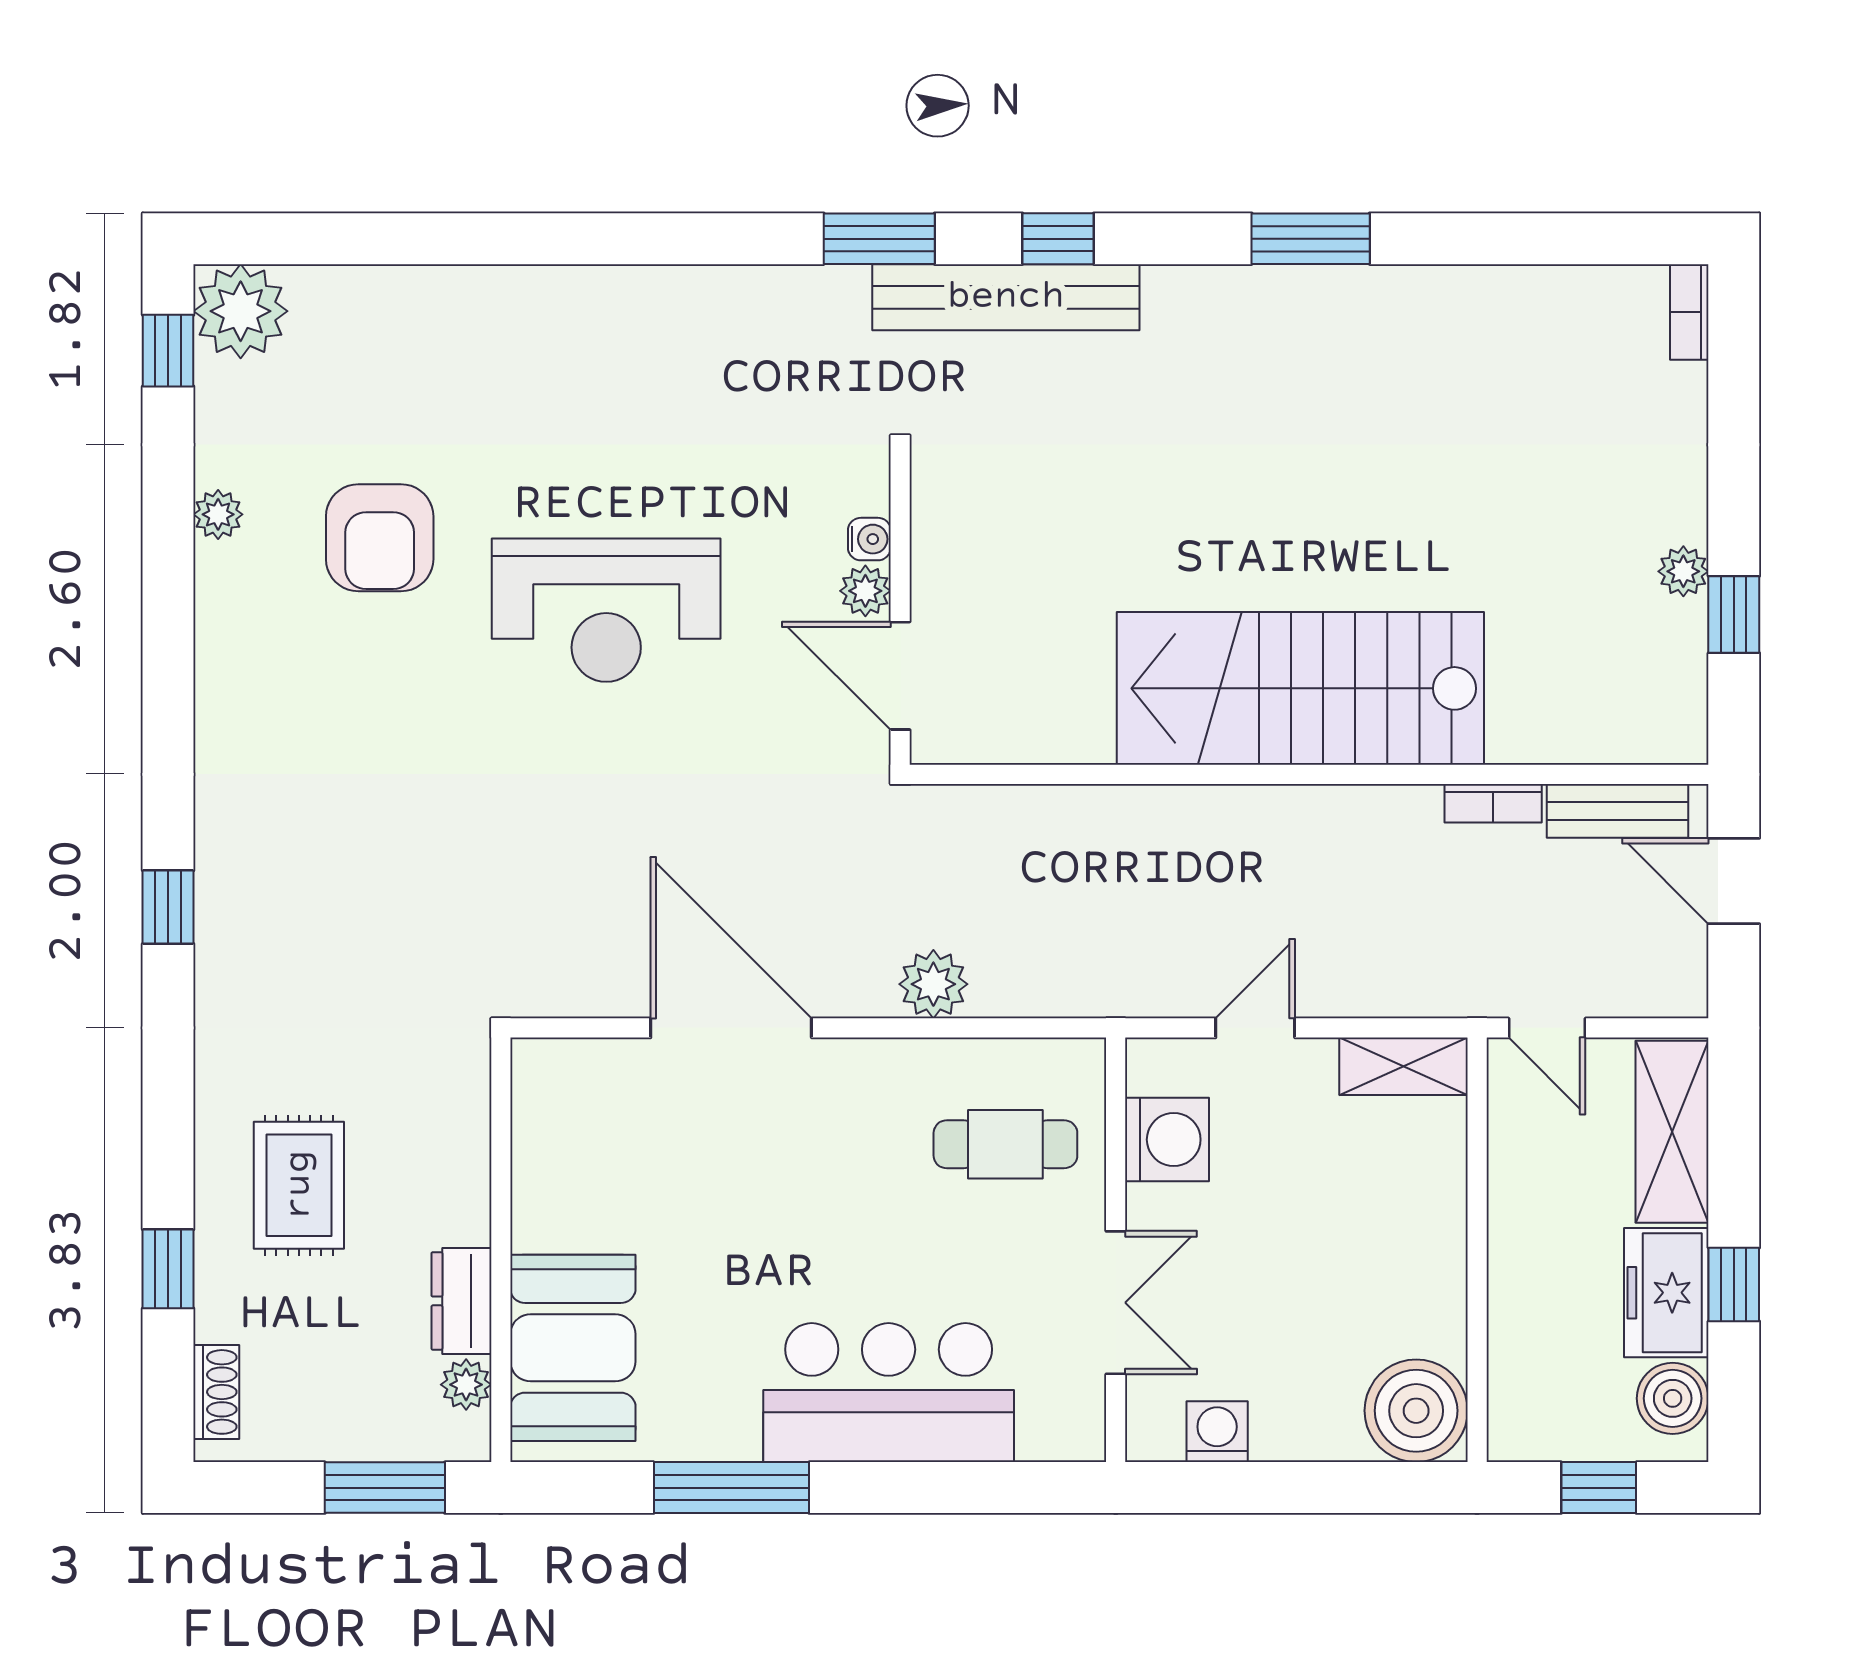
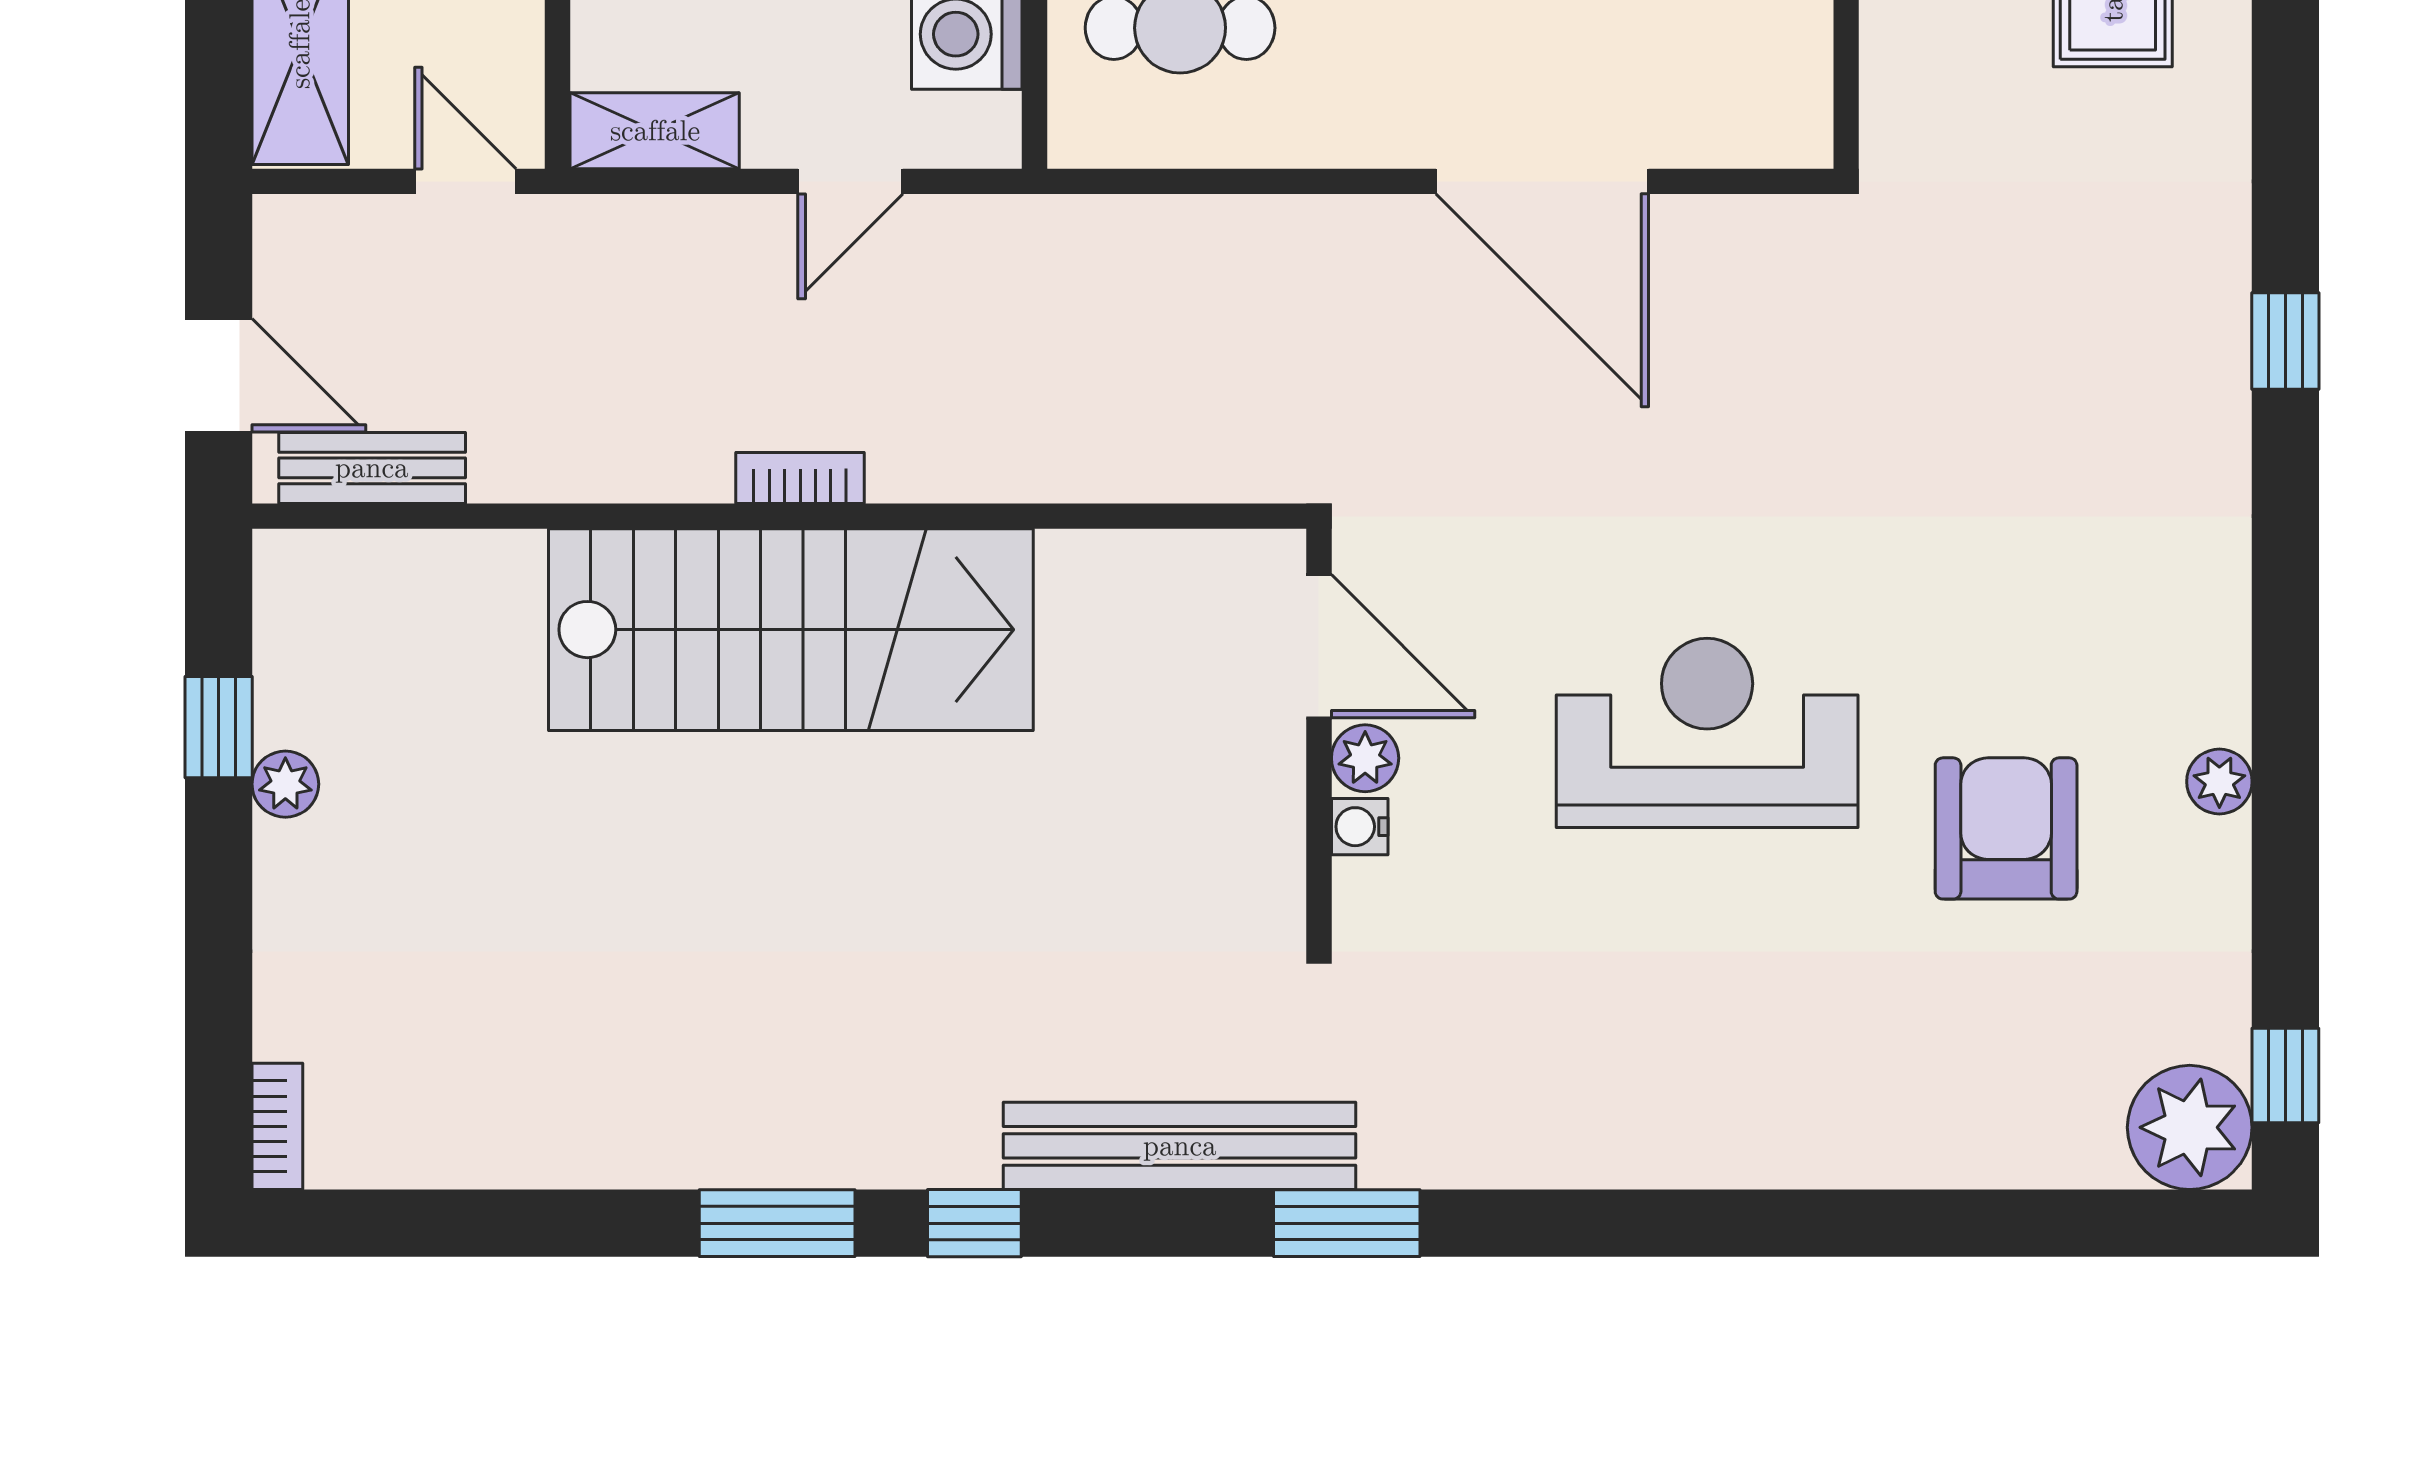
window: (1058, 239) -> (974, 1223), moved
plant: (218, 514) -> (2219, 782), moved
bookcase: (1493, 803) -> (800, 478), moved
plant: (933, 984) -> (1275, 239), removed

